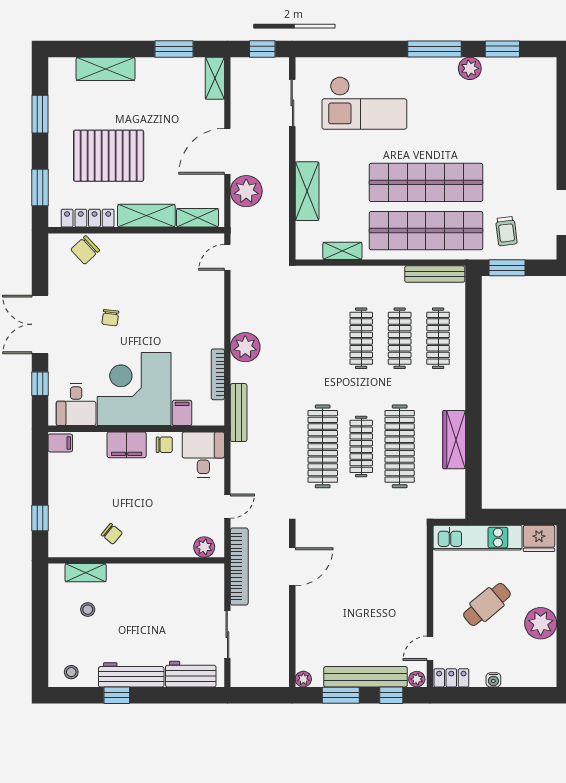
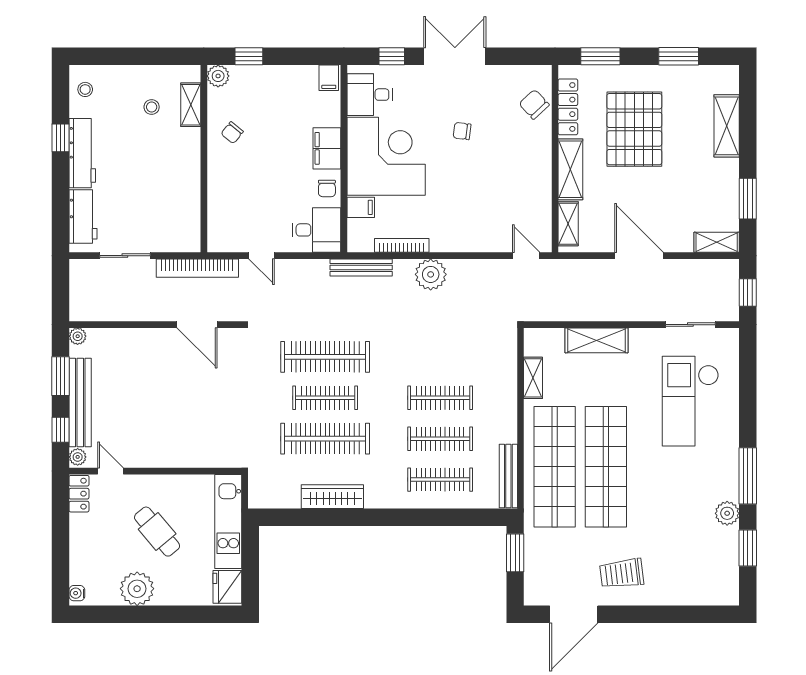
plant: (246, 191) -> (597, 276), removed
trolley: (506, 231) -> (622, 574), moved, width x1.36, depth x1.39
plant: (204, 547) -> (218, 76), moved
water cooler: (493, 680) -> (77, 593), moved

